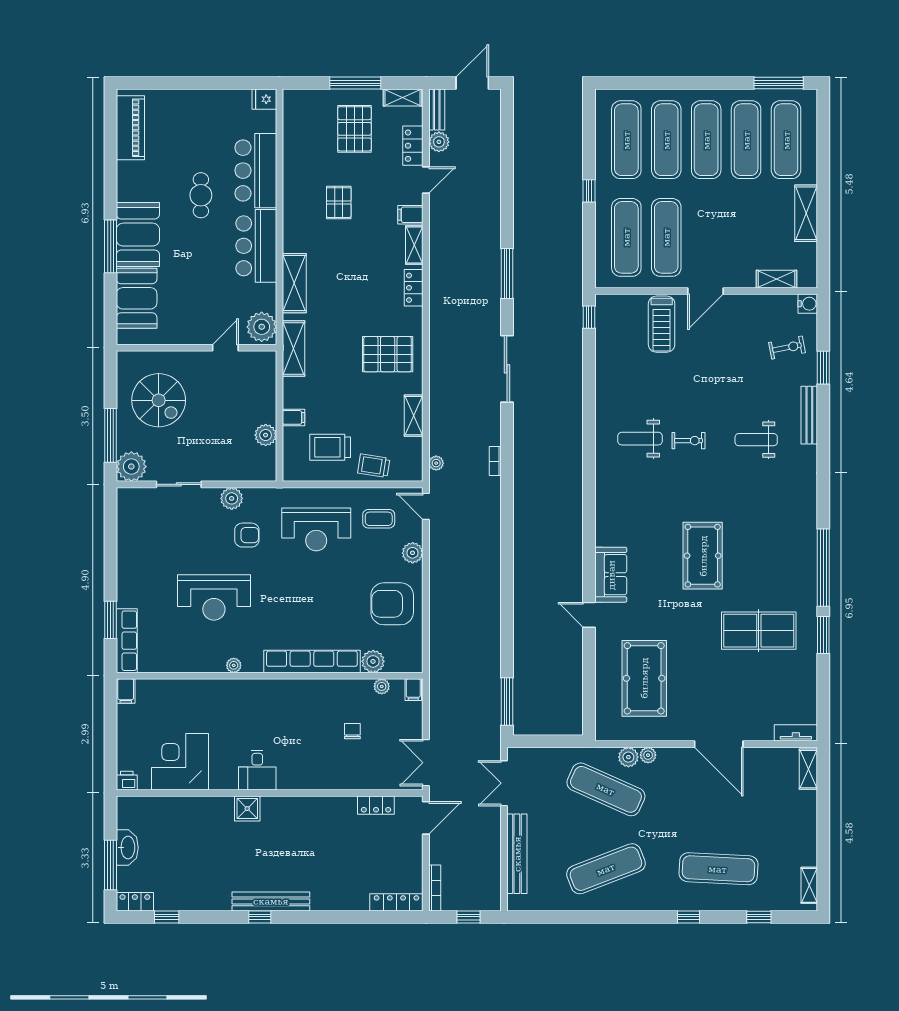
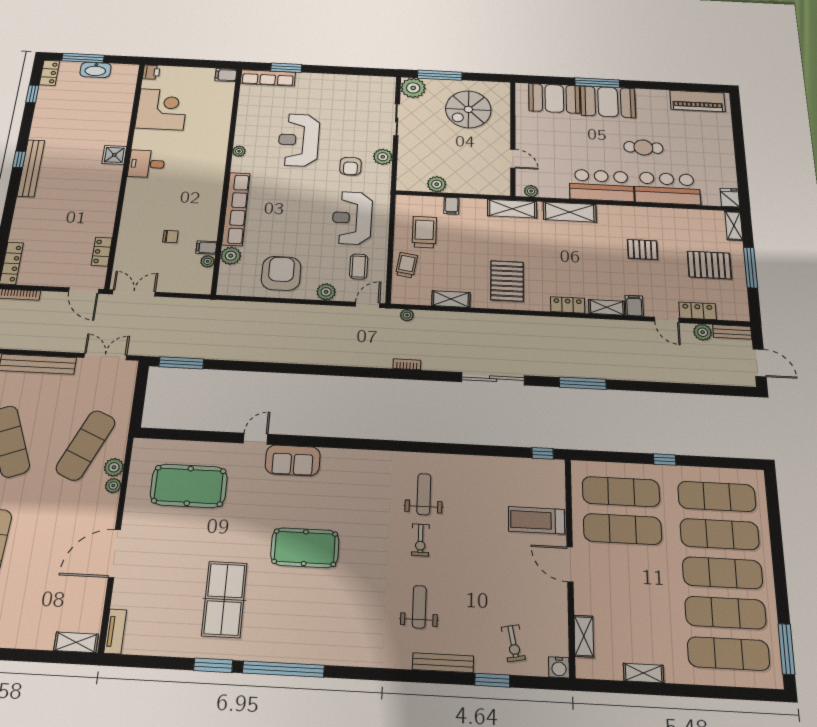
shelving: (403, 98) -> (734, 226), moved
shelving: (806, 213) -> (644, 673), width x0.67, depth x0.75
plant: (262, 327) -> (531, 191), width x0.53, depth x0.53
filing cabinet: (413, 690) -> (206, 248), moved

